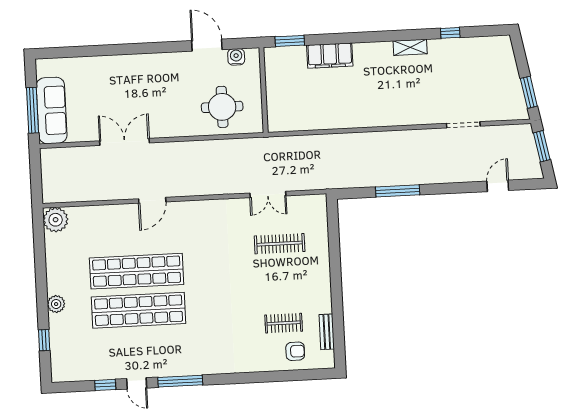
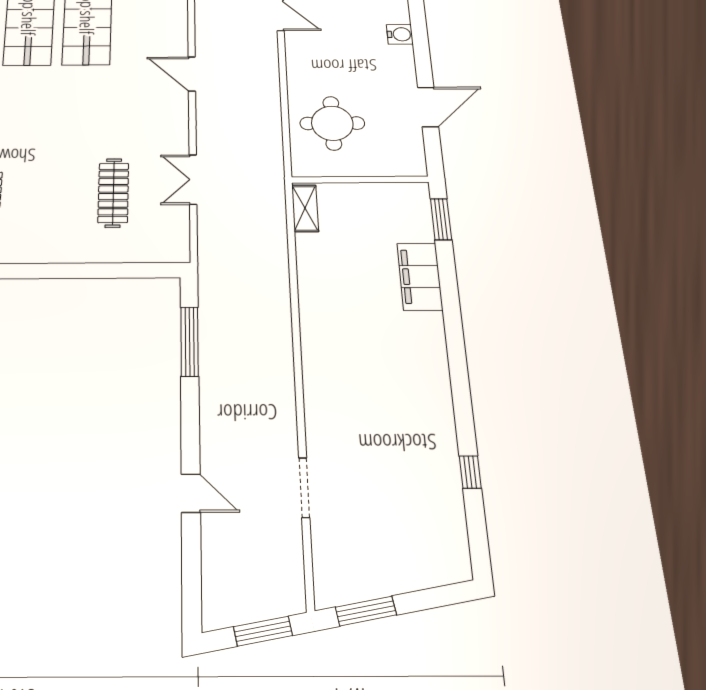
shelving: (410, 47) -> (305, 208), moved
water cooler: (236, 57) -> (400, 34), moved
door: (498, 186) -> (191, 493), moved
window: (398, 191) -> (190, 341), moved
door: (152, 200) -> (192, 74), moved

